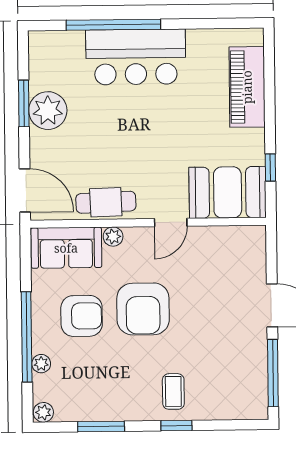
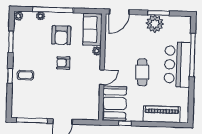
cafe table: (106, 202) -> (142, 72), moved
door: (171, 222) -> (102, 77), swing flipped
armchair: (143, 309) -> (63, 63), width x0.53, depth x0.53

